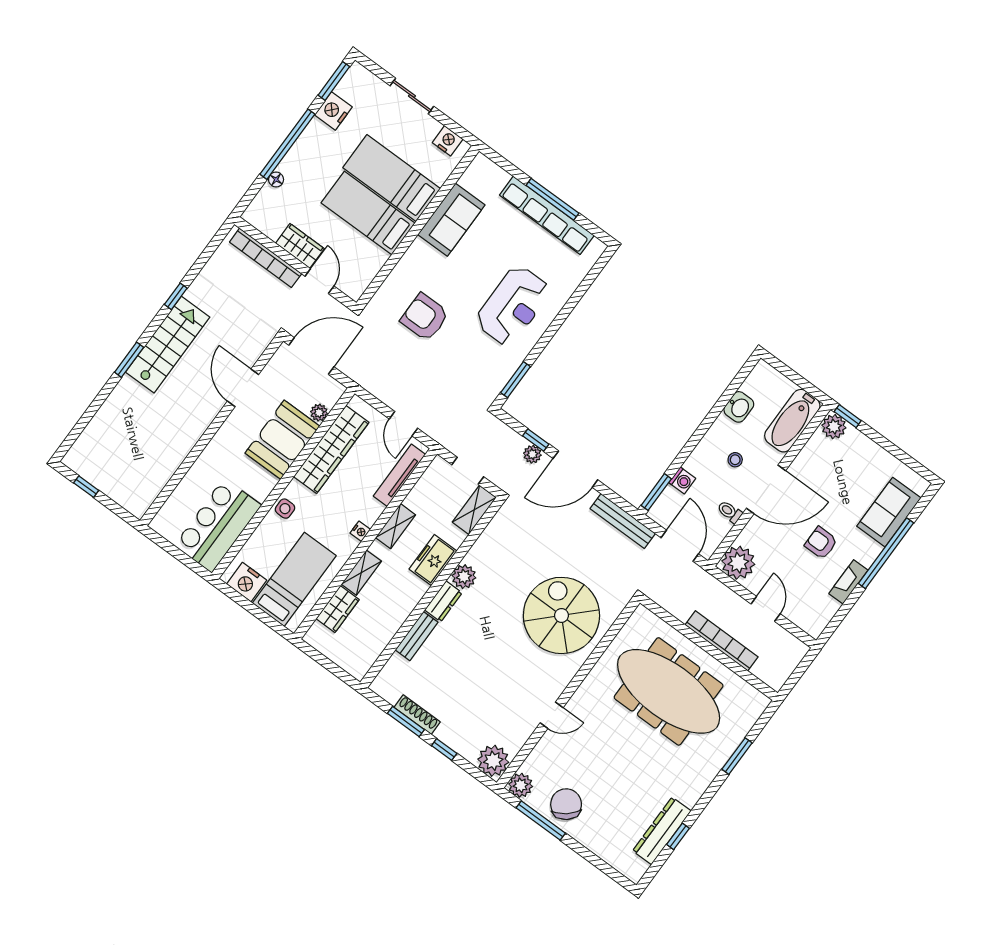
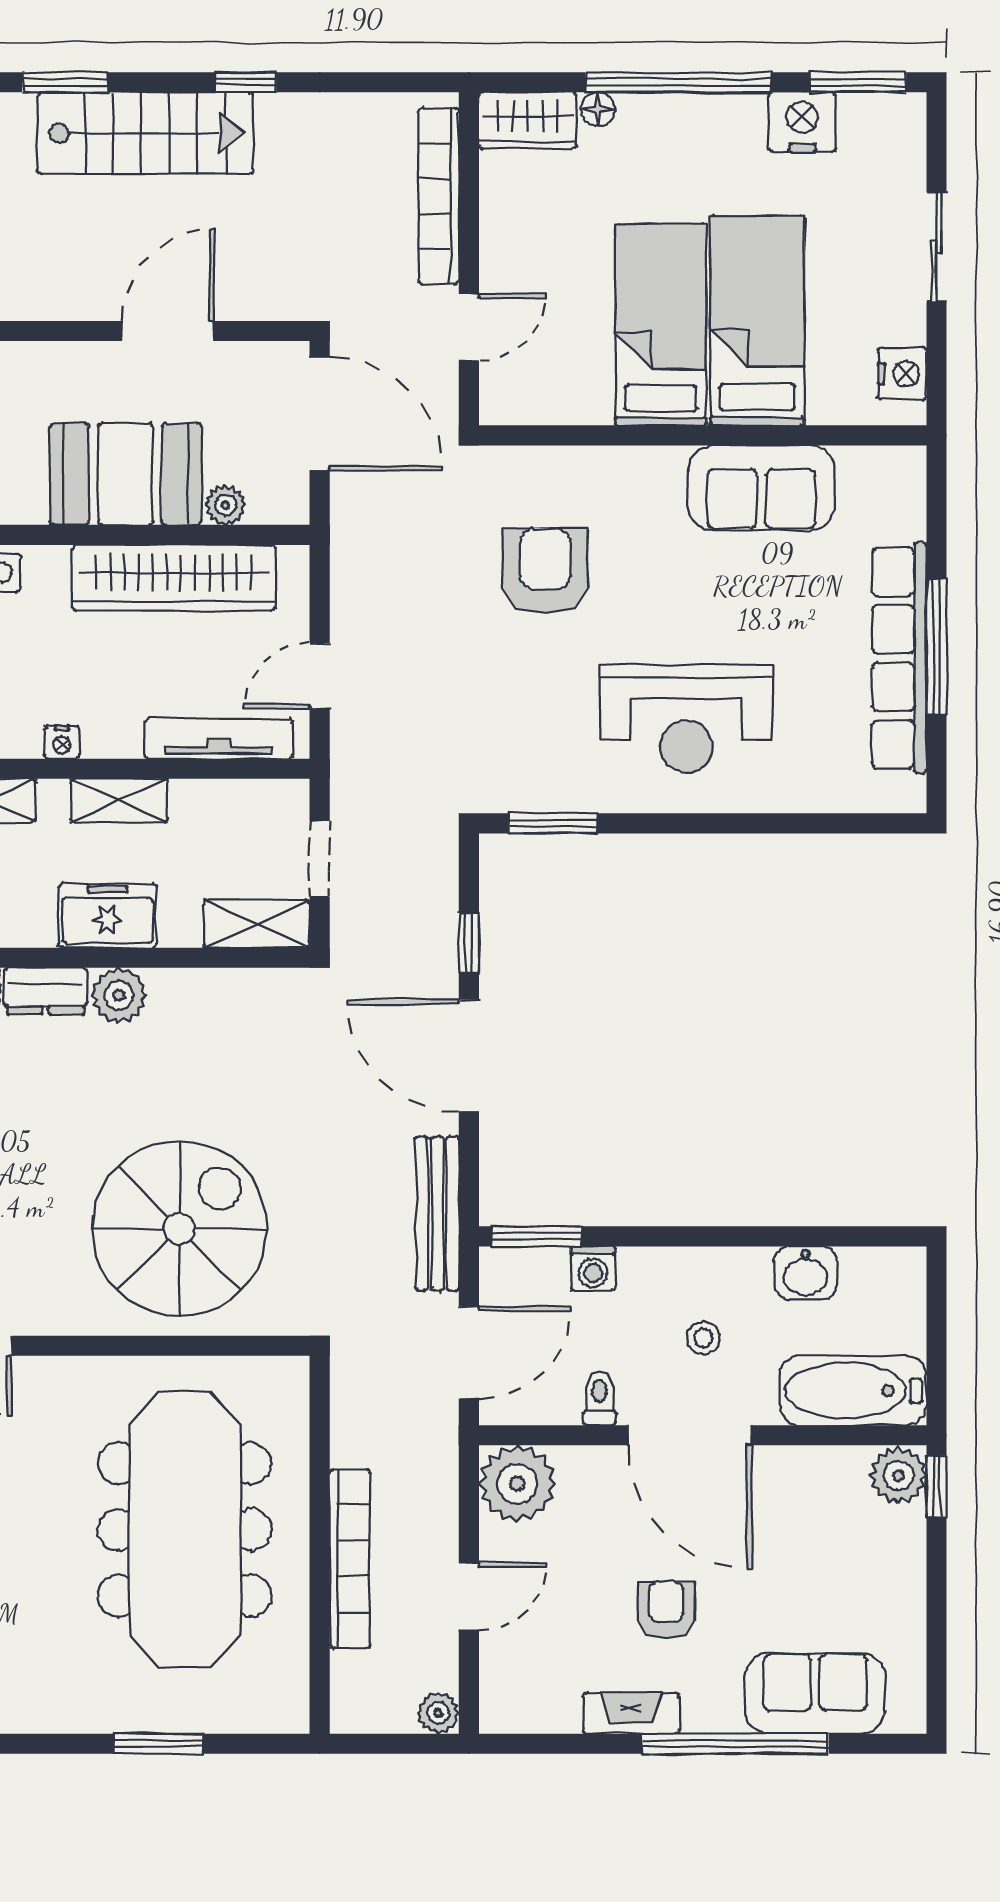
wardrobe: (300, 246) -> (528, 121), moved, turned 90
plant: (532, 454) -> (438, 1713), moved

